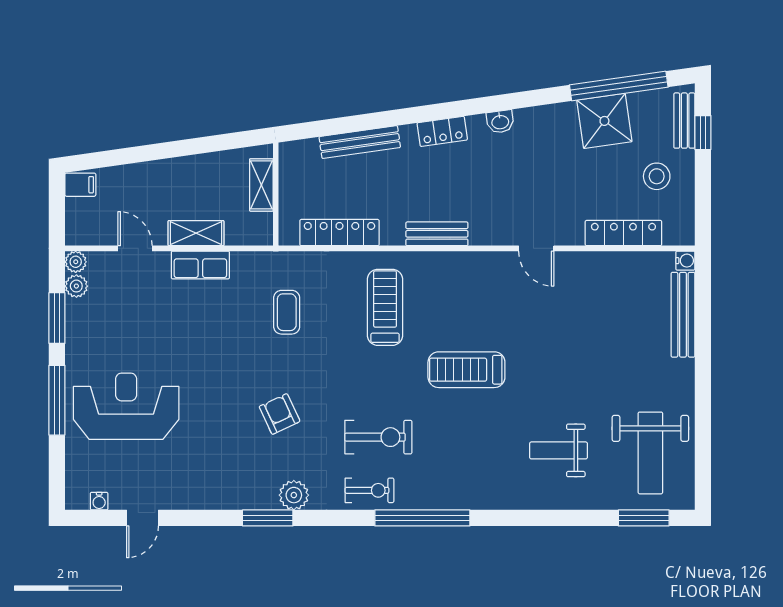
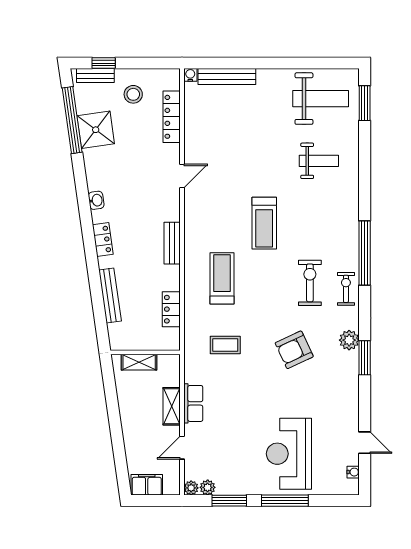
filing cabinet: (80, 185) -> (147, 485), width x2.00
locker: (339, 233) -> (171, 309), width x0.66
treadmill: (385, 307) -> (222, 278), turned 90
armchair: (280, 414) -> (294, 350), width x1.38, depth x1.38
weight bench: (559, 450) -> (319, 161), turned -90

